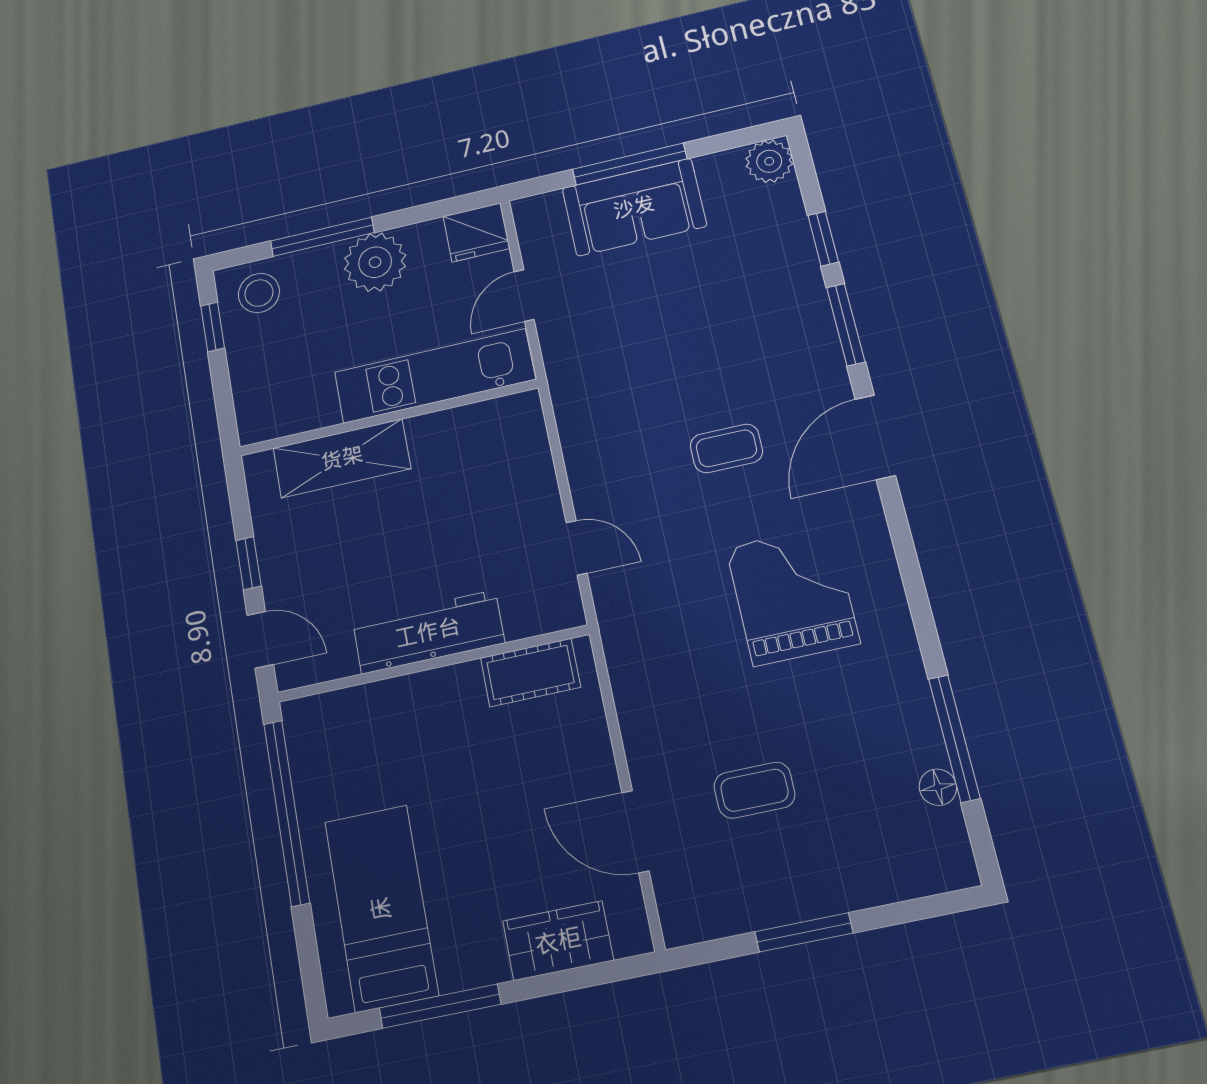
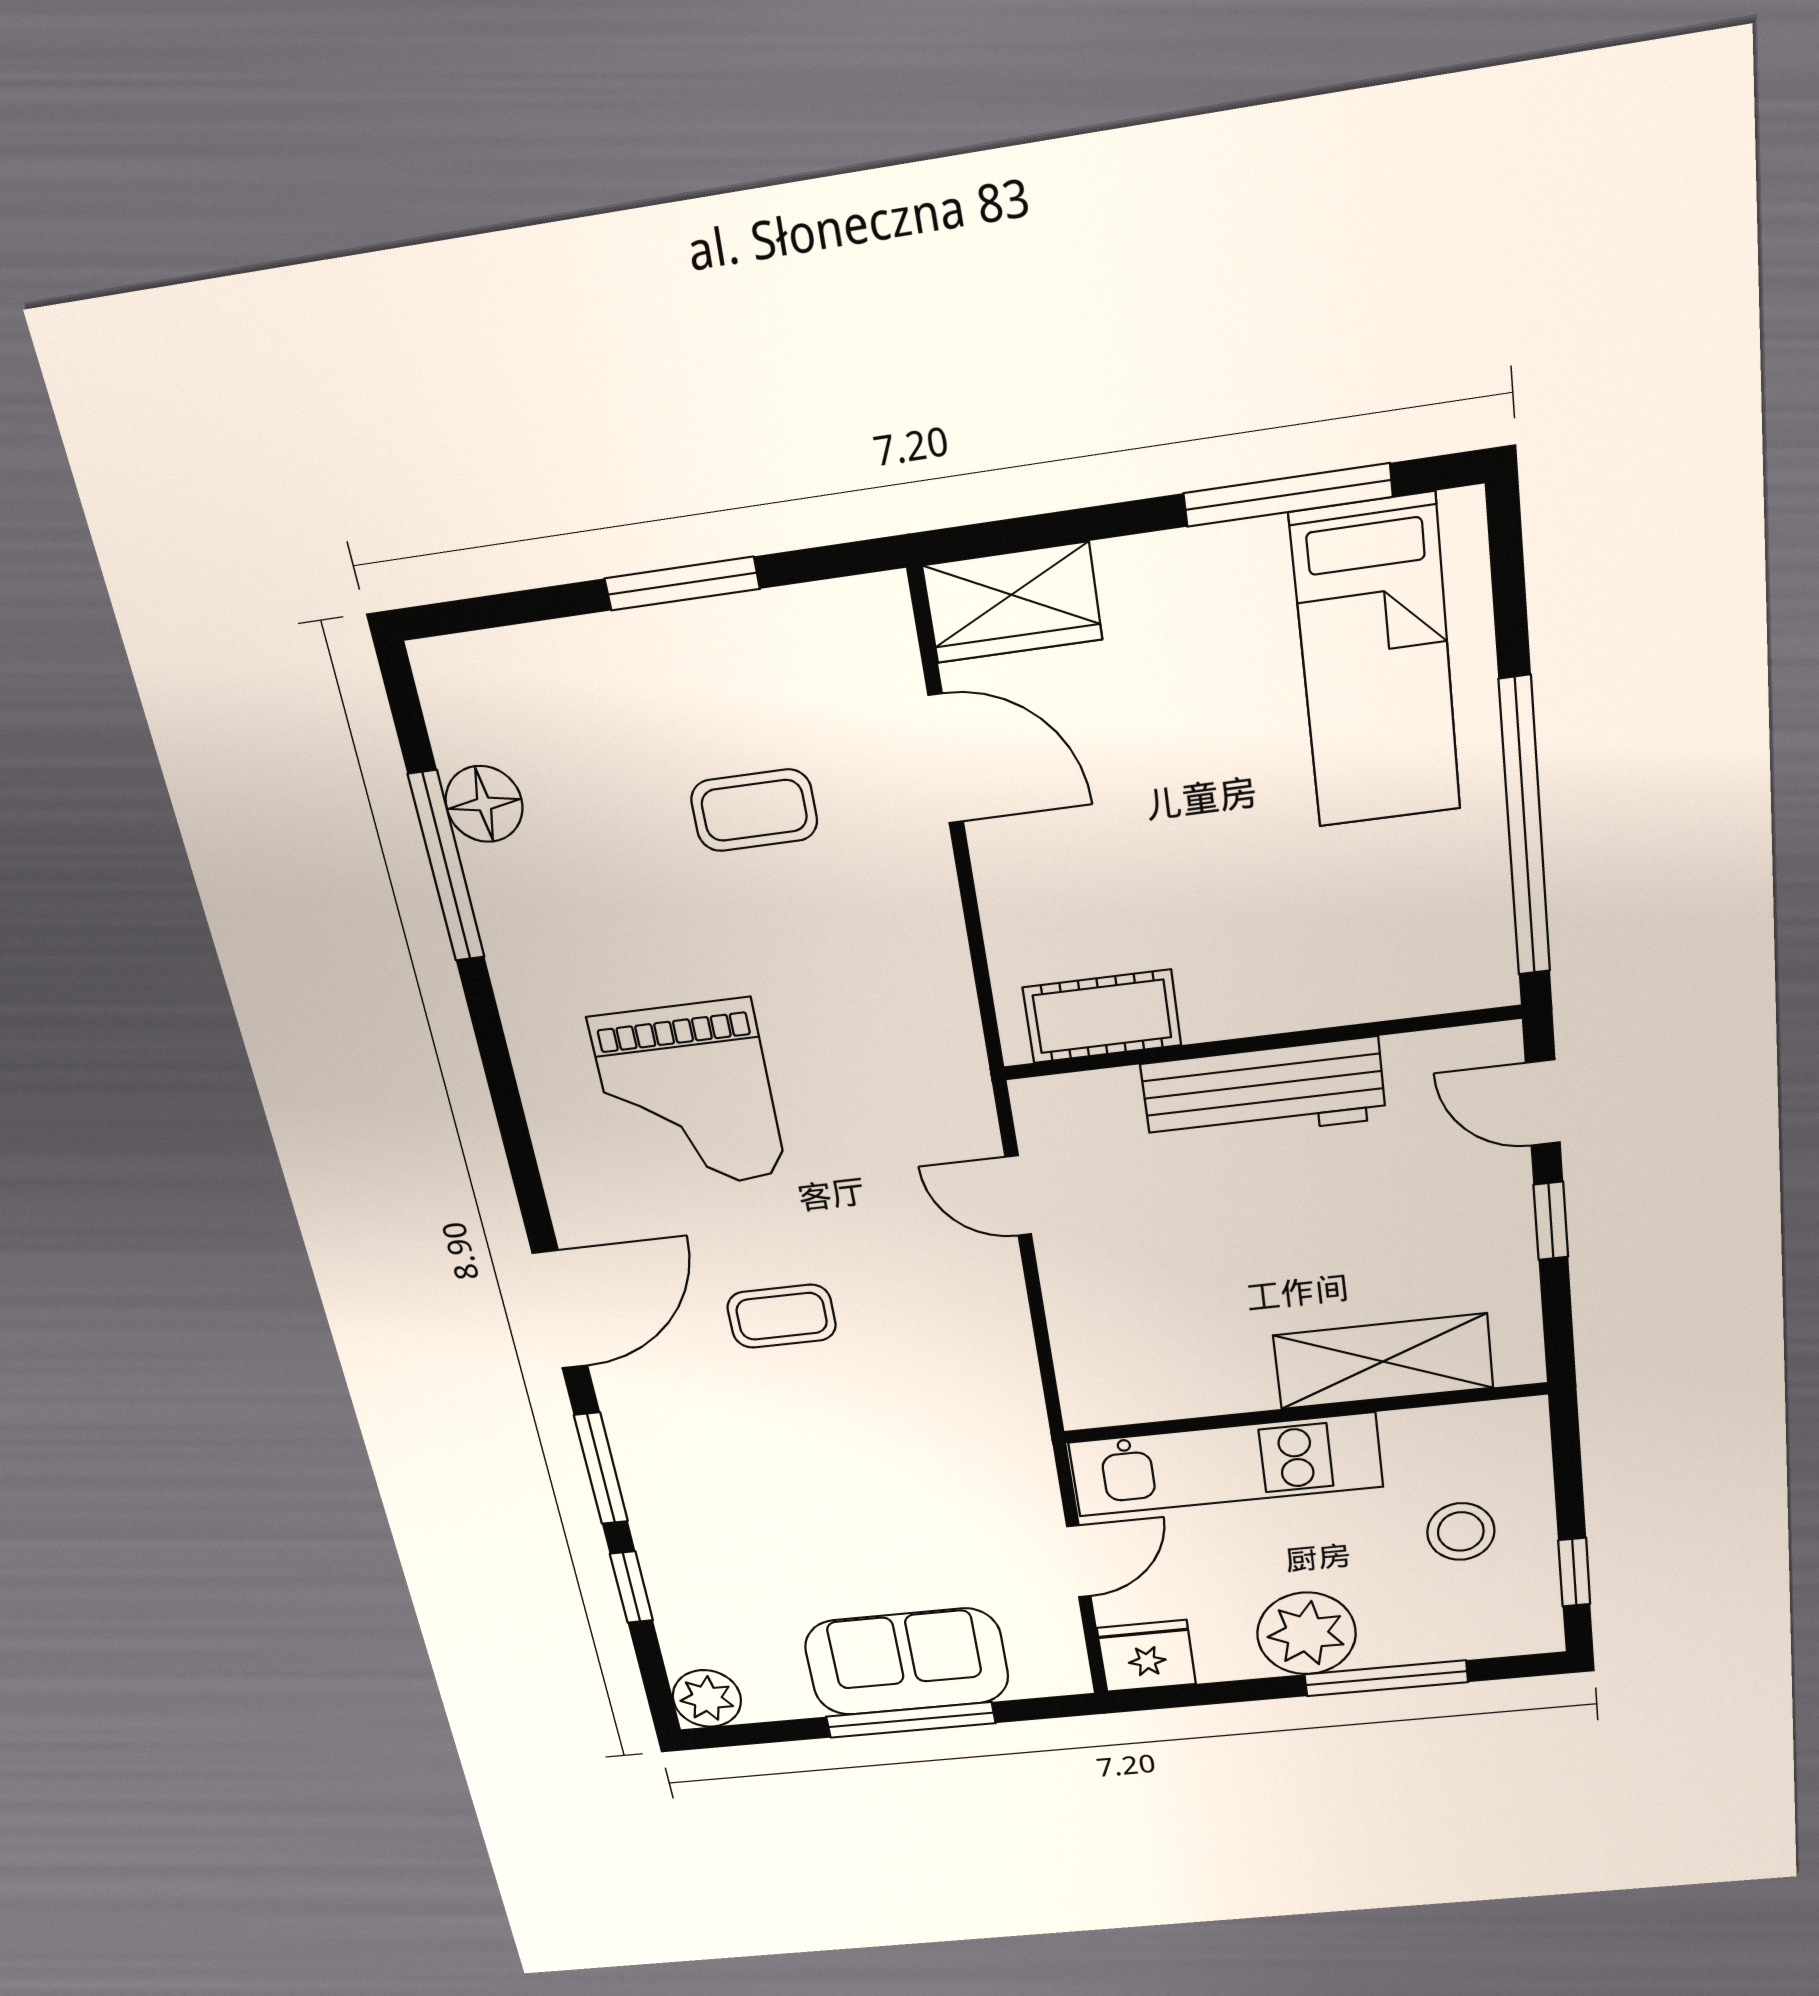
stool: (259, 293) -> (1461, 1532), moved
floor lamp: (938, 787) -> (484, 804), width x1.37, depth x1.37
wardrobe: (558, 941) -> (1012, 603), moved

